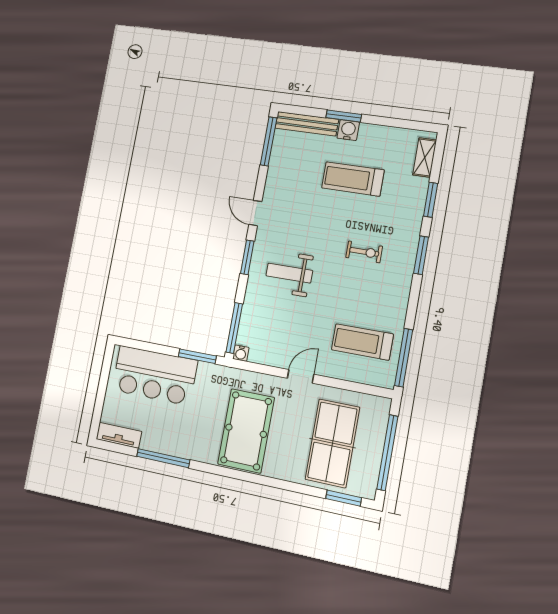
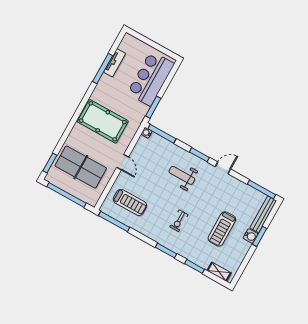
treadmill: (353, 179) -> (222, 229), turned 180
weight bench: (289, 273) -> (182, 175), turned -90
treadmill: (362, 342) -> (130, 202), turned 90
tv unit: (119, 435) -> (115, 63), moved

